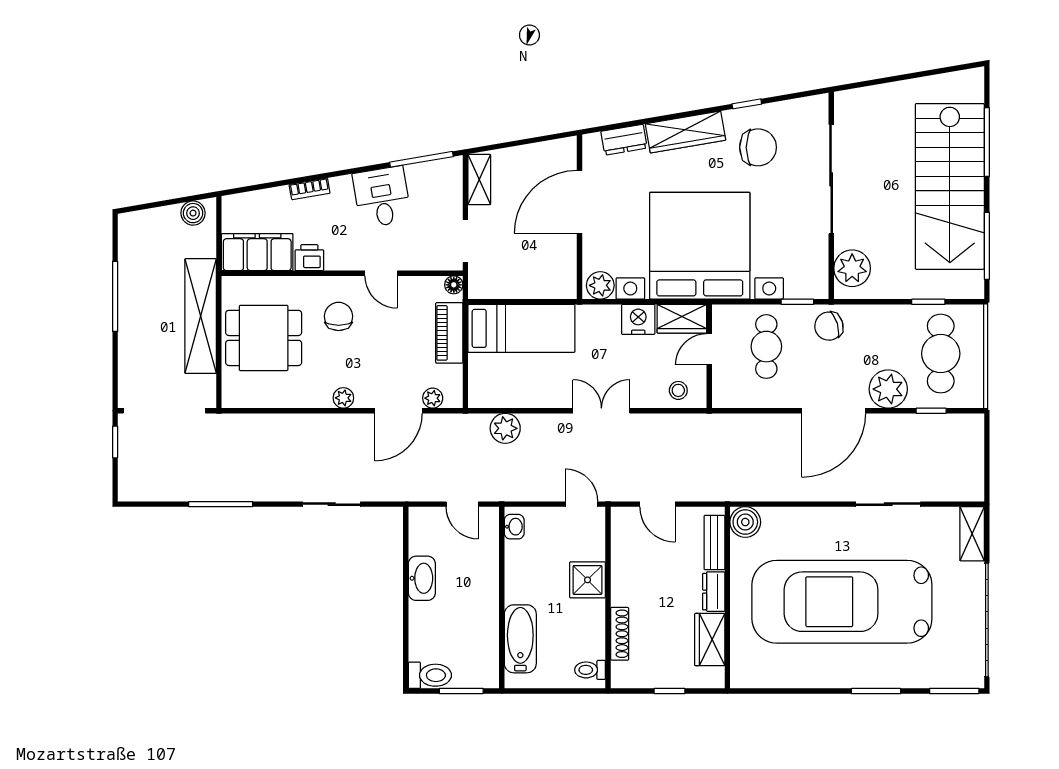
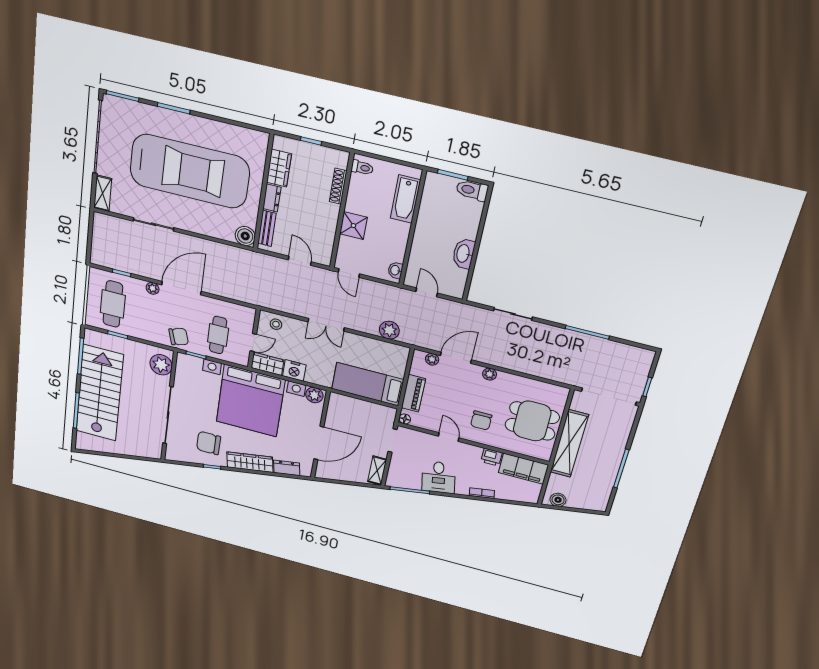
plant: (888, 389) -> (153, 288), width x0.53, depth x0.53

